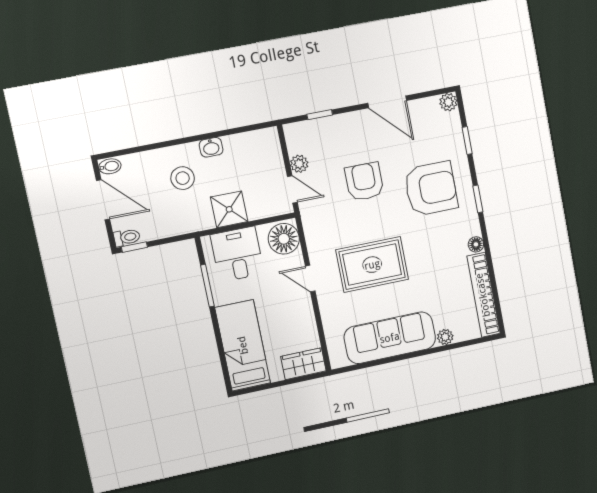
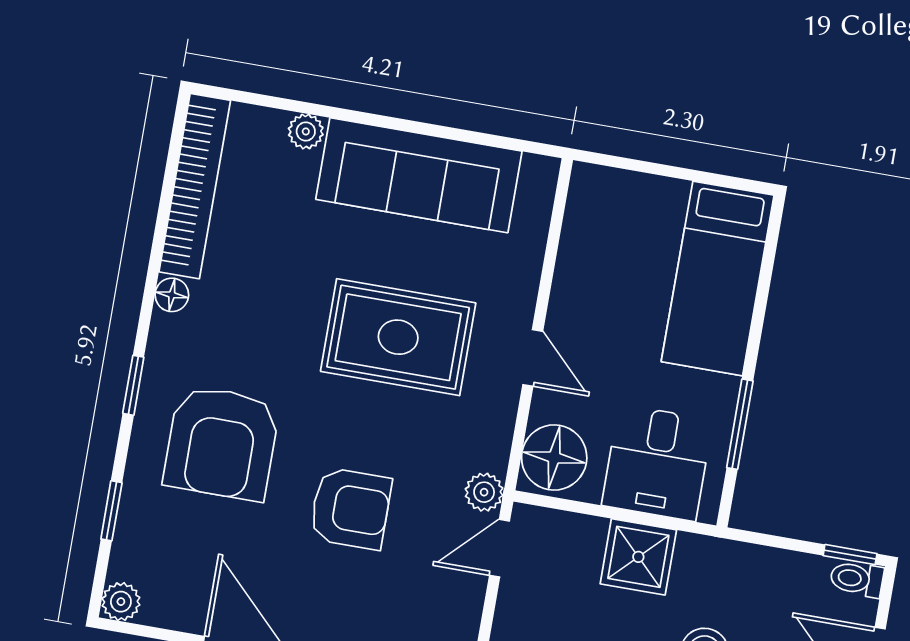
plant: (299, 164) -> (484, 492), moved
armchair: (364, 182) -> (350, 508), turned -90
door: (292, 189) -> (499, 548), hinge flipped
armchair: (431, 189) -> (222, 443), turned -90
wardrobe: (303, 364) -> (612, 193), removed

